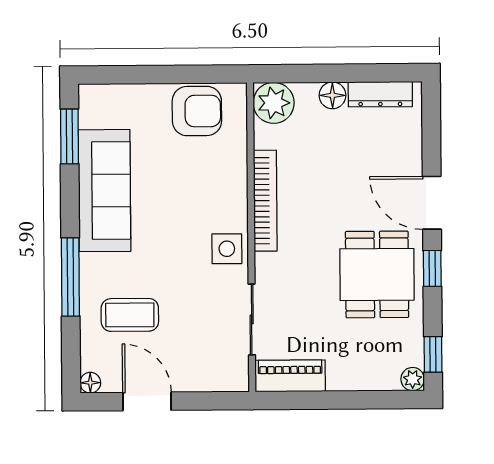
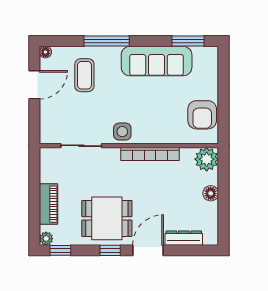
dresser: (380, 94) -> (184, 238), moved, turned 90
piano: (290, 376) -> (48, 204), moved

